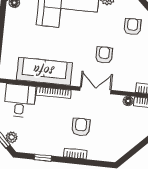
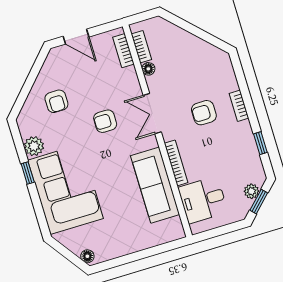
armchair: (132, 27) -> (56, 101), turned -90

